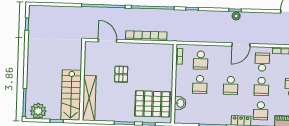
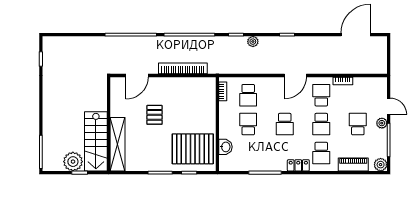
plant: (236, 16) -> (253, 42), moved
door: (108, 41) -> (137, 76), swing flipped
school desk: (200, 84) -> (248, 124), turned 180
plant: (38, 111) -> (73, 162), moved

